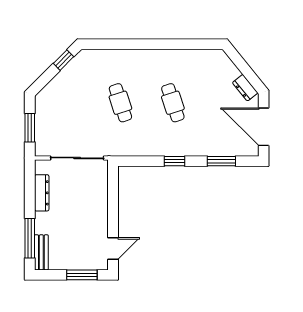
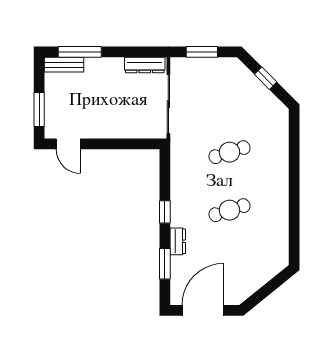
window: (63, 60) -> (266, 78), moved
dresser: (245, 88) -> (178, 241), moved, turned 129
dresser: (42, 193) -> (145, 65), moved

